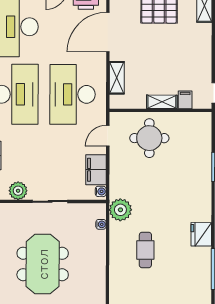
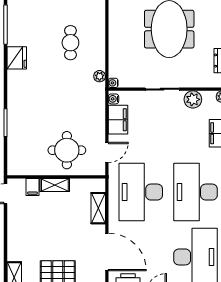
door: (108, 32) -> (107, 252), hinge flipped
desk: (73, 94) -> (141, 192), turned 180
plant: (120, 210) -> (100, 76), width x0.53, depth x0.53
water cooler: (101, 224) -> (113, 83), moved

